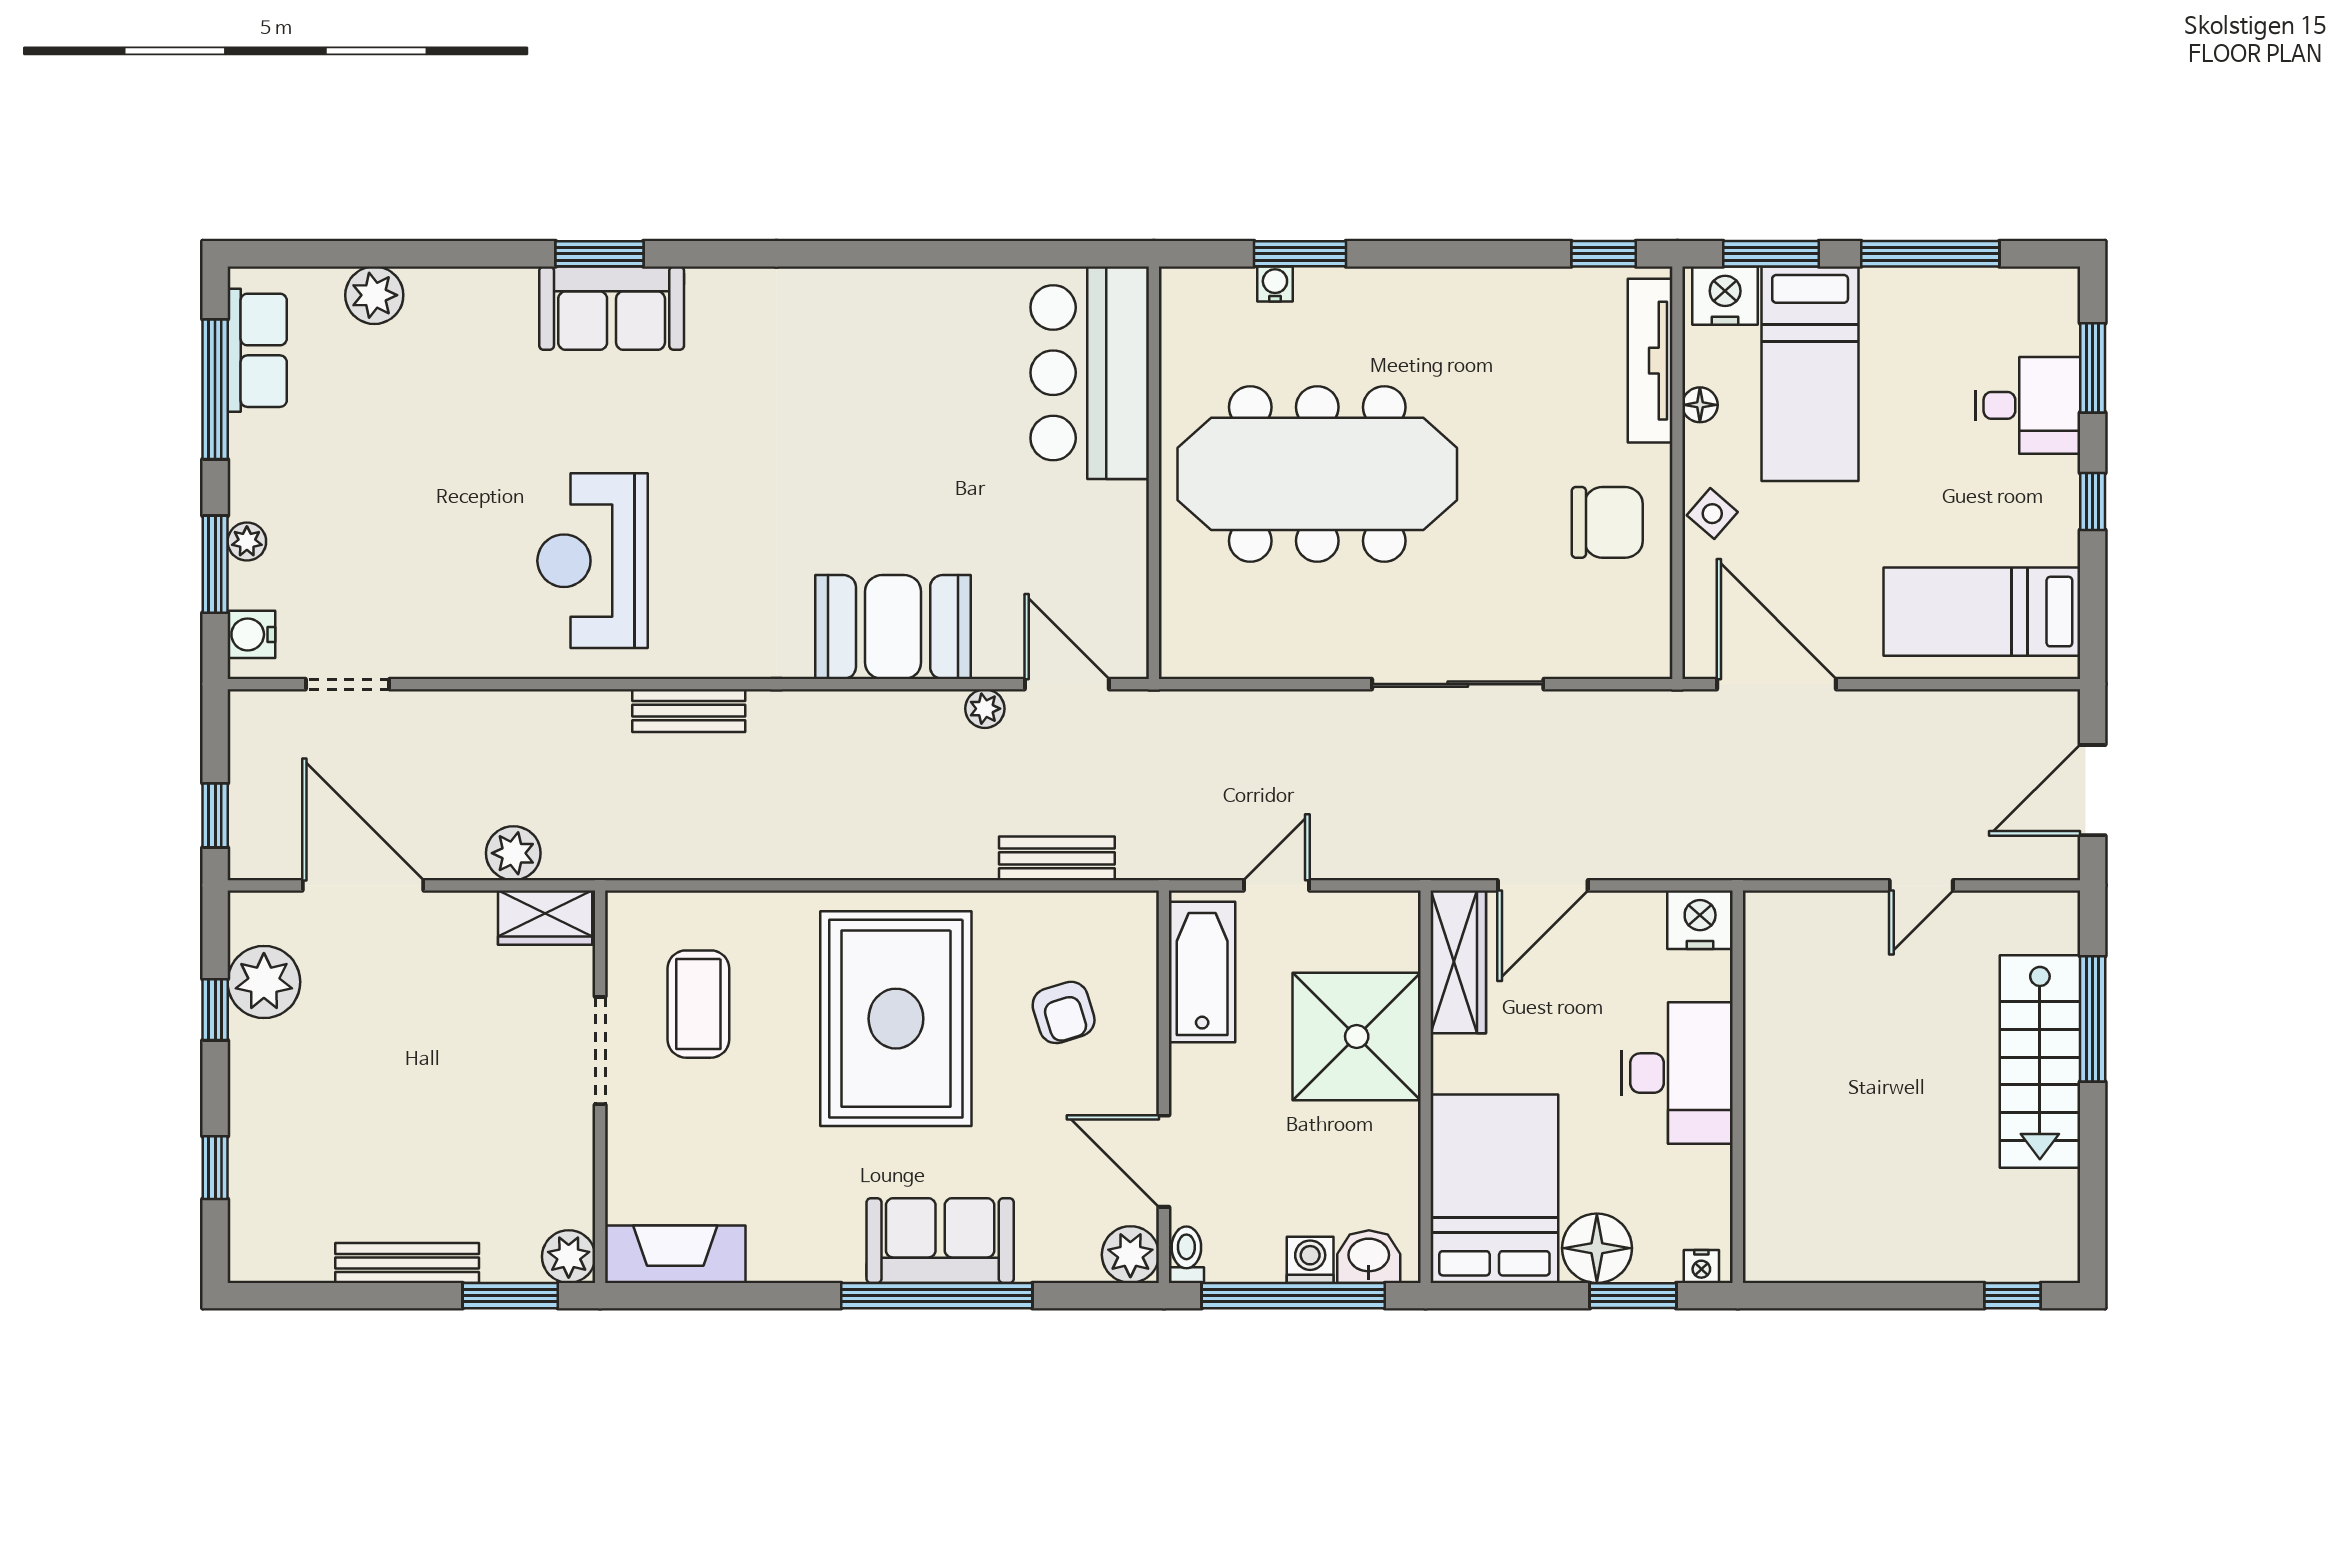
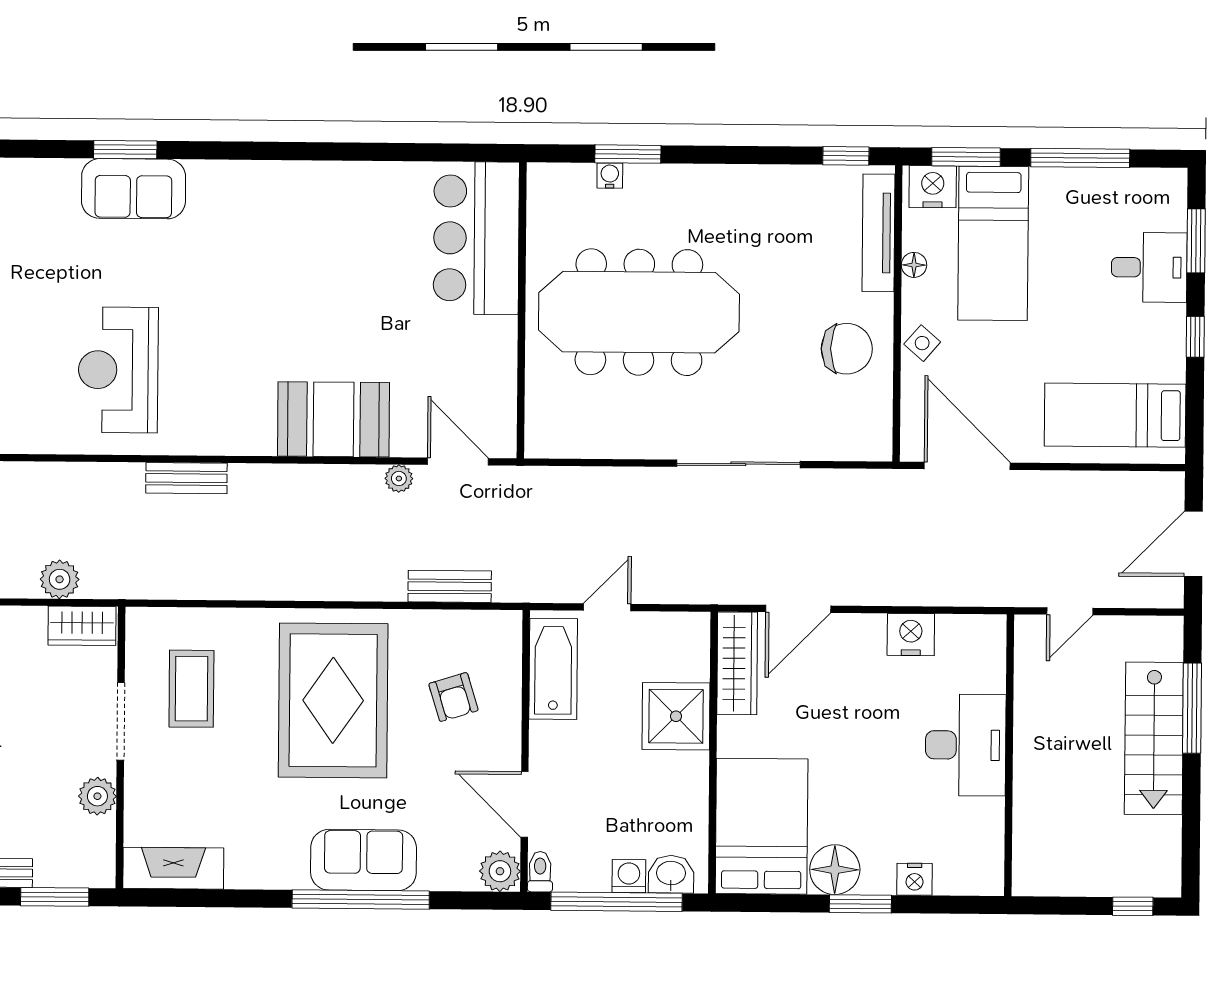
shower: (1357, 1036) -> (676, 716), width x0.73, depth x0.73
desk: (1677, 1073) -> (966, 745), moved
wall: (1738, 1087) -> (1009, 755), moved
plant: (569, 1257) -> (97, 796), moved
nightstand: (1701, 1267) -> (915, 879), width x1.39, depth x1.35

